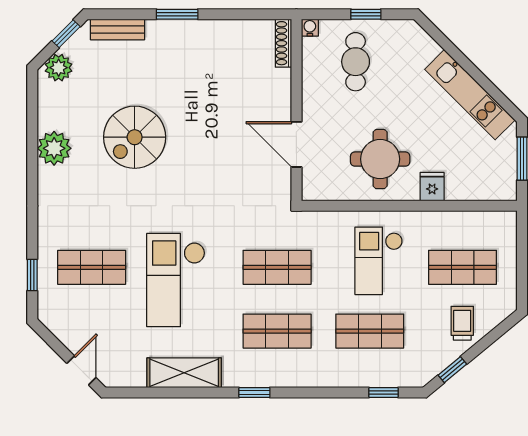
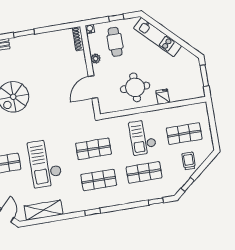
plant: (311, 89) -> (96, 59), added
kitchen unit: (470, 95) -> (158, 37), moved
door: (296, 144) -> (93, 87), hinge flipped
shelving: (184, 373) -> (43, 210), moved

